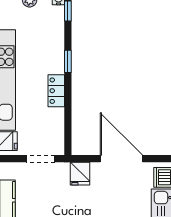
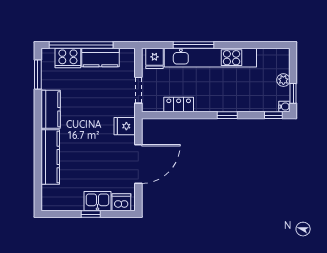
locker: (56, 91) -> (179, 105), moved

